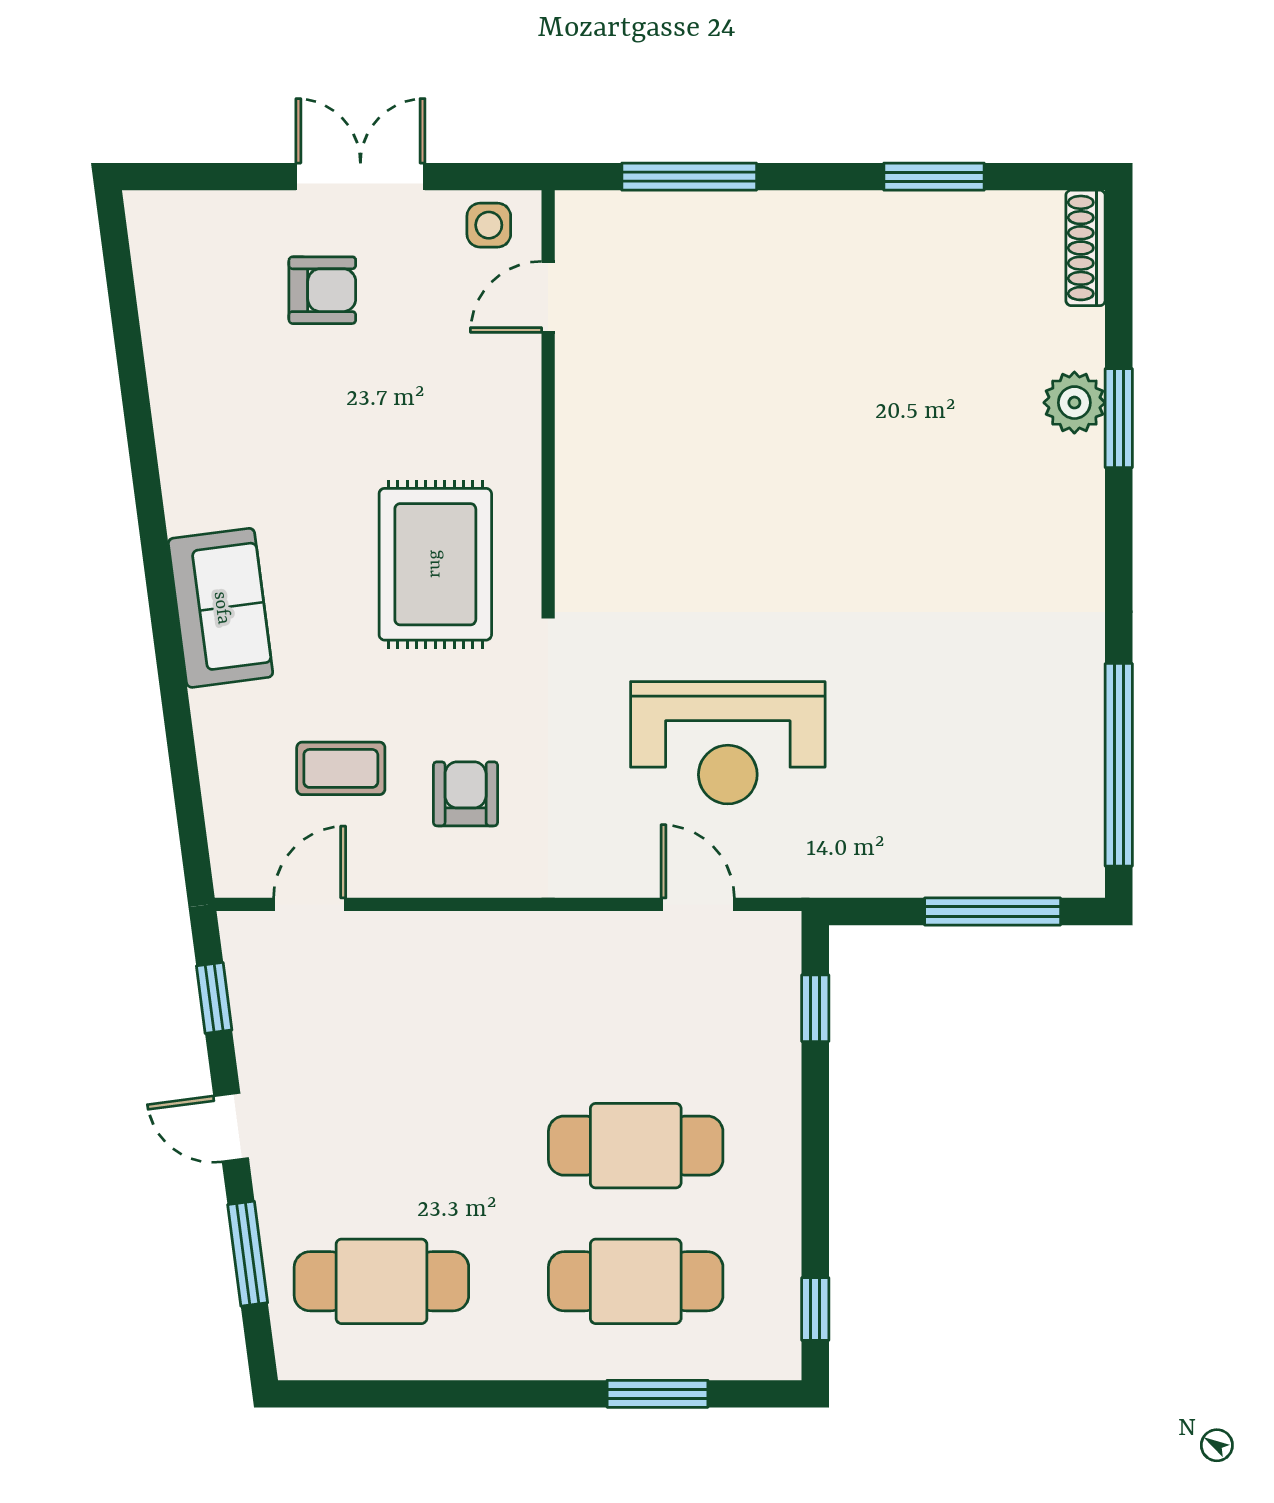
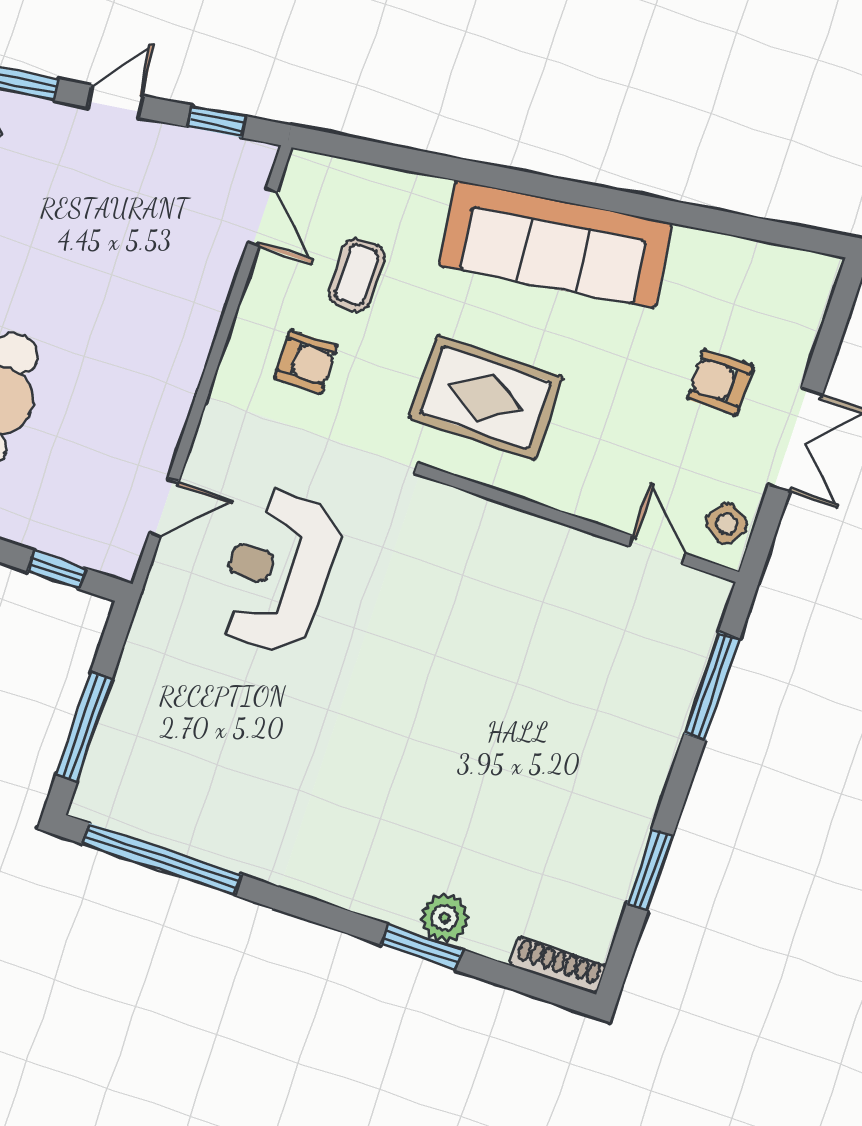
side table: (489, 225) -> (726, 524), turned 35
armchair: (322, 290) -> (720, 382), turned 90
sofa: (221, 608) -> (555, 244), width x1.85, depth x1.27

